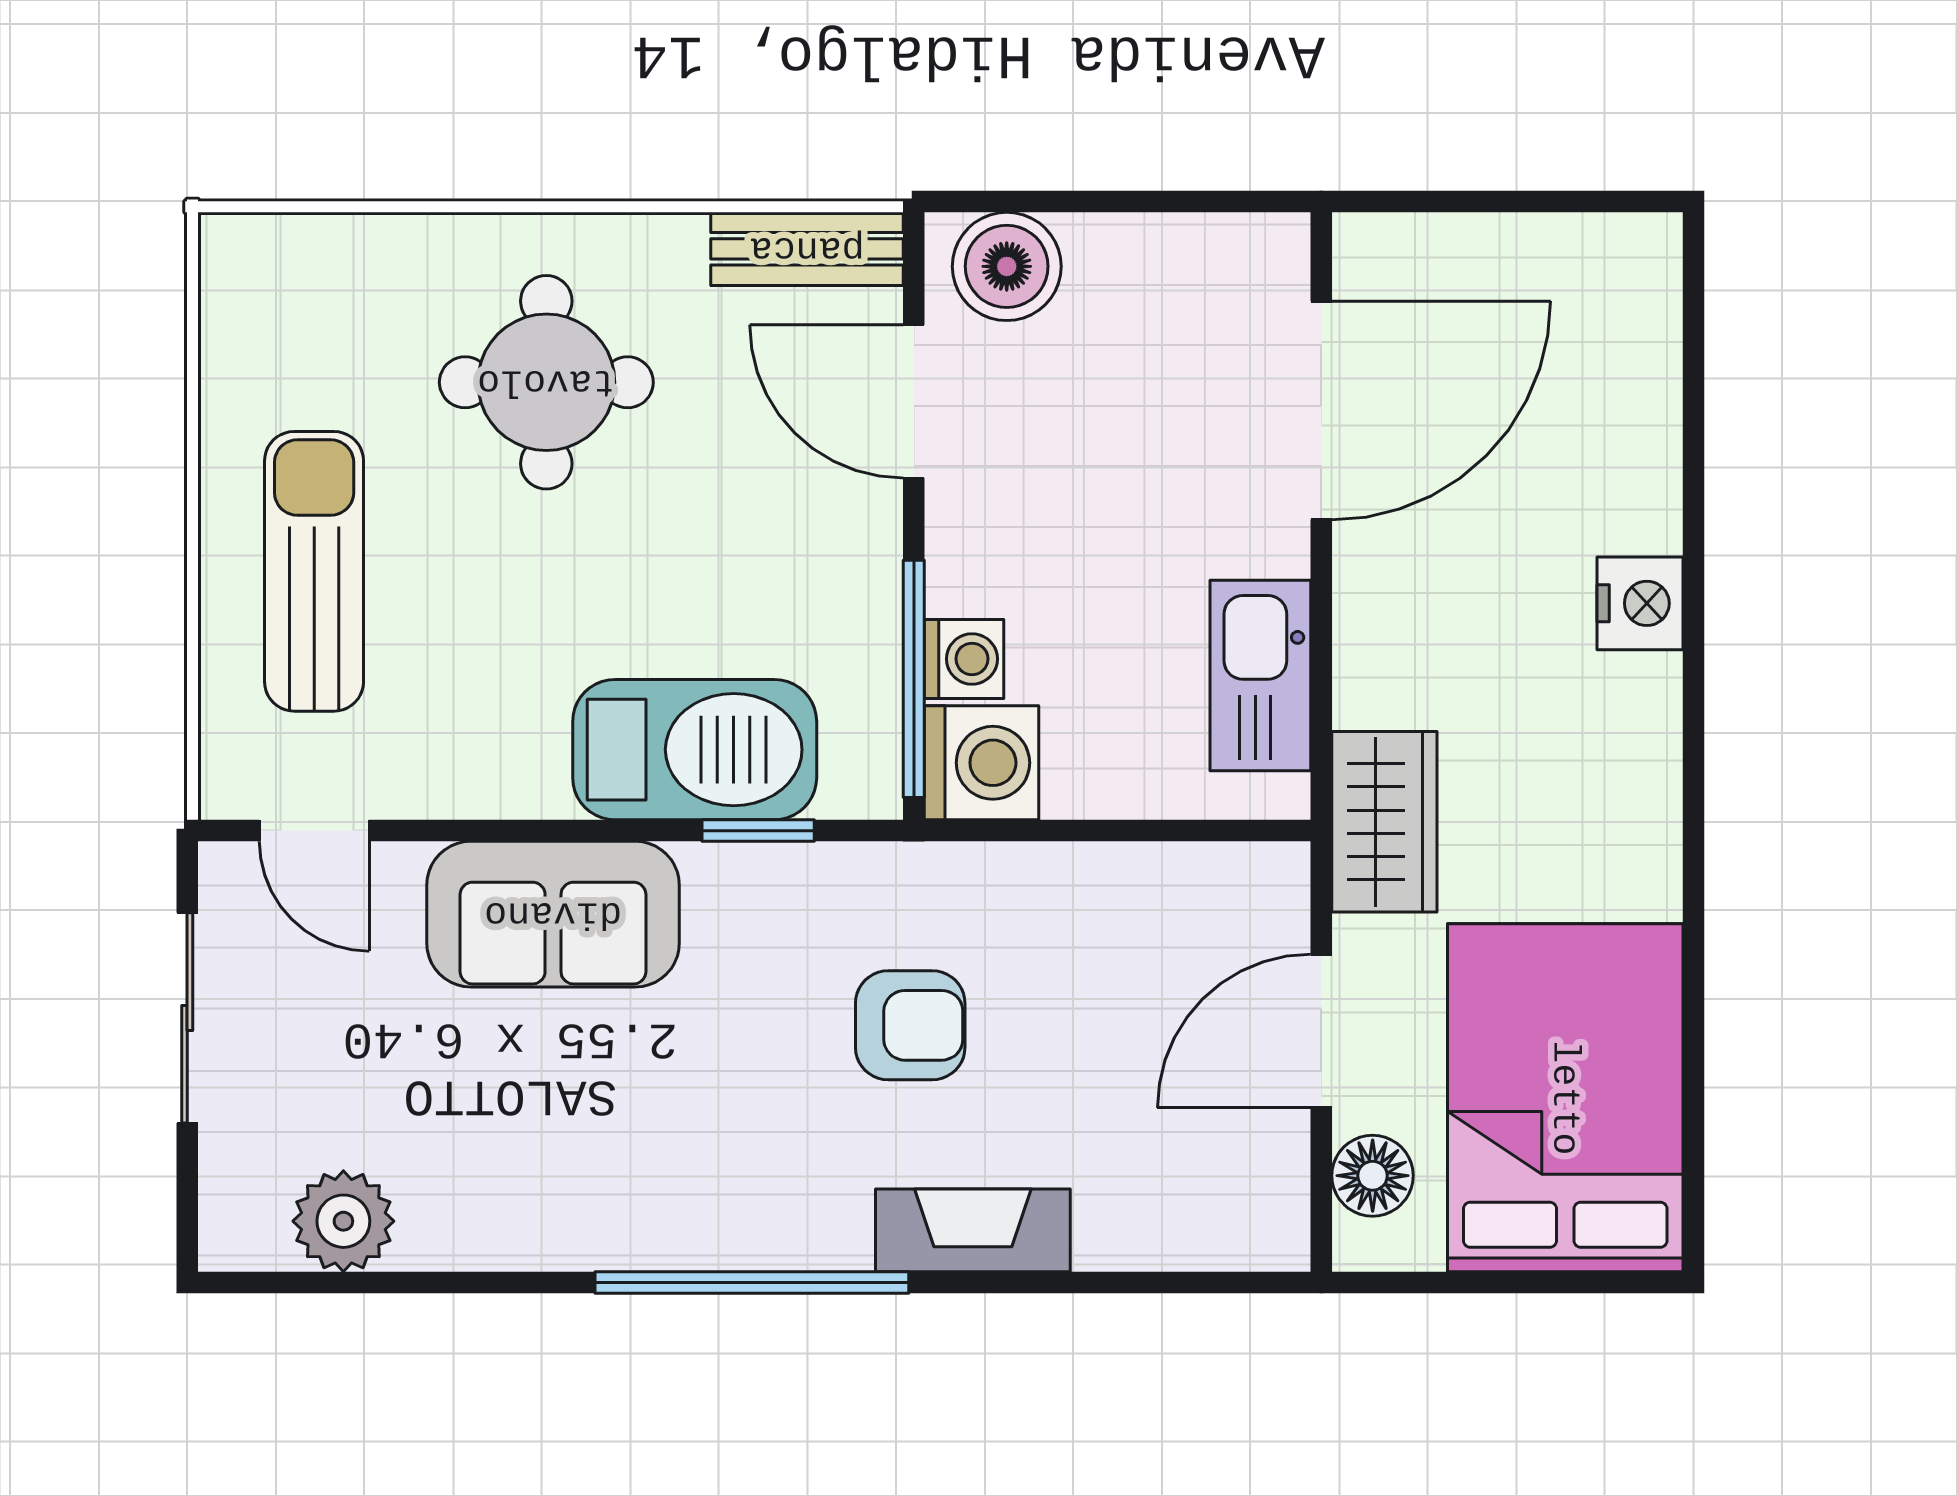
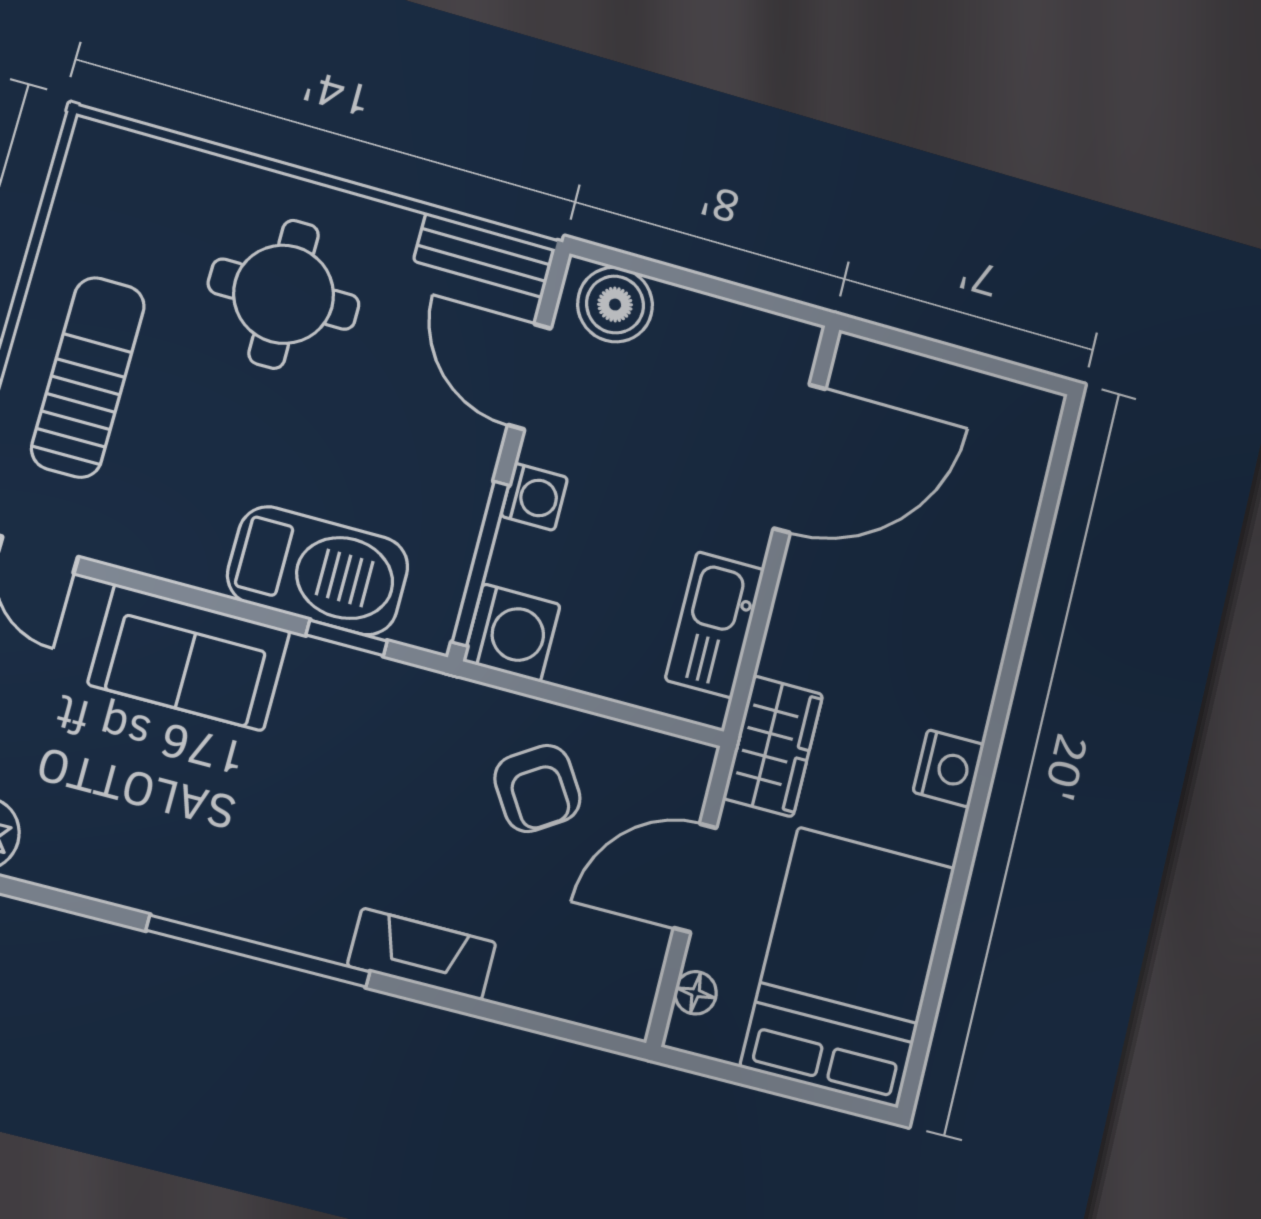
nightstand: (1640, 603) -> (949, 768), moved
washing machine: (964, 659) -> (534, 497), moved
armchair: (910, 1025) -> (537, 788), moved, turned 57
floor lamp: (1373, 1176) -> (696, 993), width x0.73, depth x0.73

